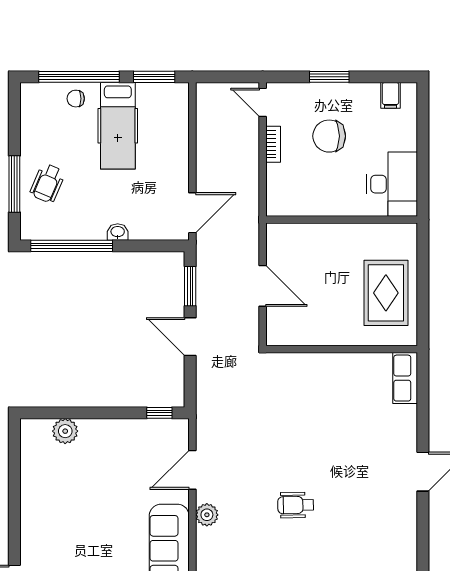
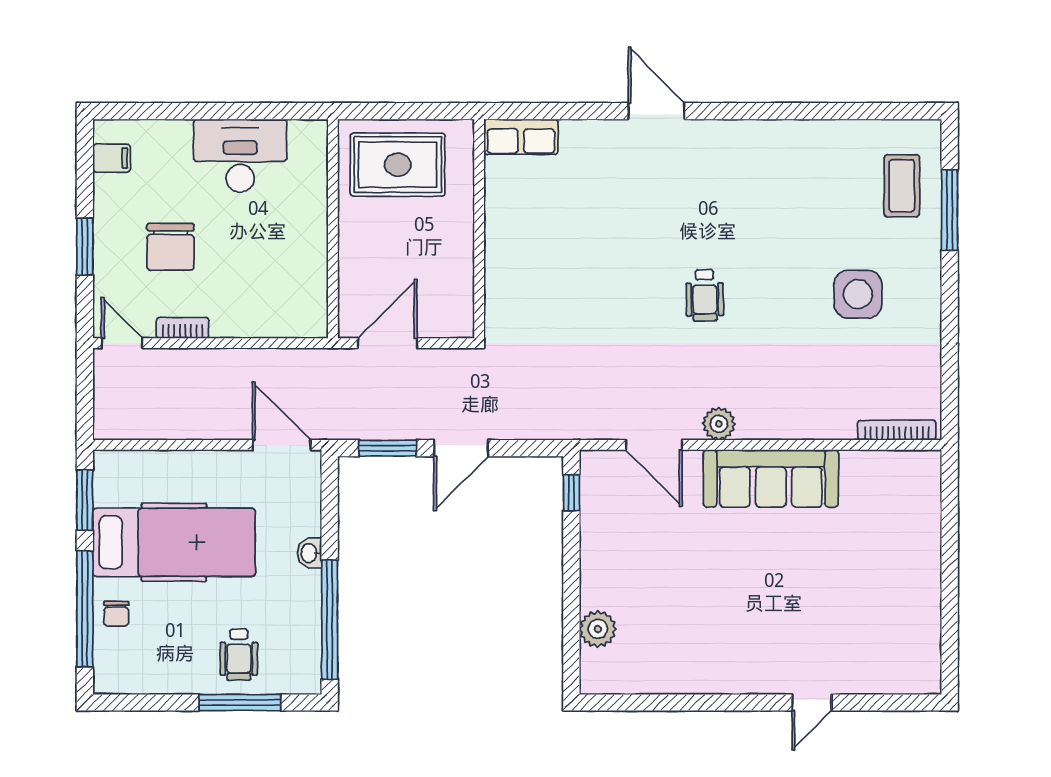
door: (263, 102) -> (122, 343), swing flipped
hospital bed: (118, 126) -> (174, 542), width x1.37, depth x1.29
wheelchair: (47, 183) -> (239, 655), turned 67
wall: (342, 220) -> (333, 229), moved

